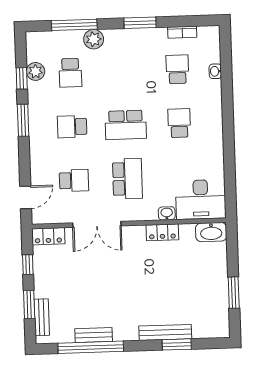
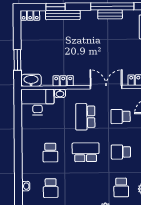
school desk: (70, 73) -> (121, 187), turned 180
school desk: (72, 127) -> (121, 152), turned 180
window: (234, 293) -> (17, 60), moved
locker: (215, 331) -> (30, 15), added

